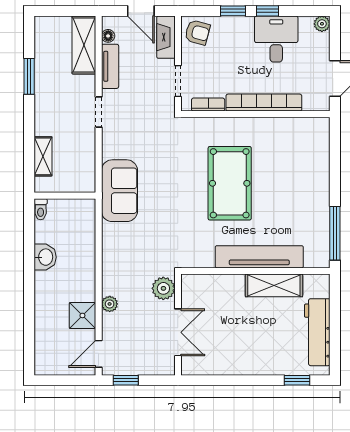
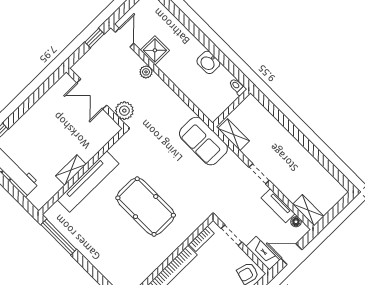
shelving: (84, 45) -> (308, 210), width x0.67, depth x0.75
window: (29, 76) -> (318, 155), removed
shelving: (43, 156) -> (234, 135), moved
shelving: (274, 285) -> (71, 170), width x0.67, depth x0.75

